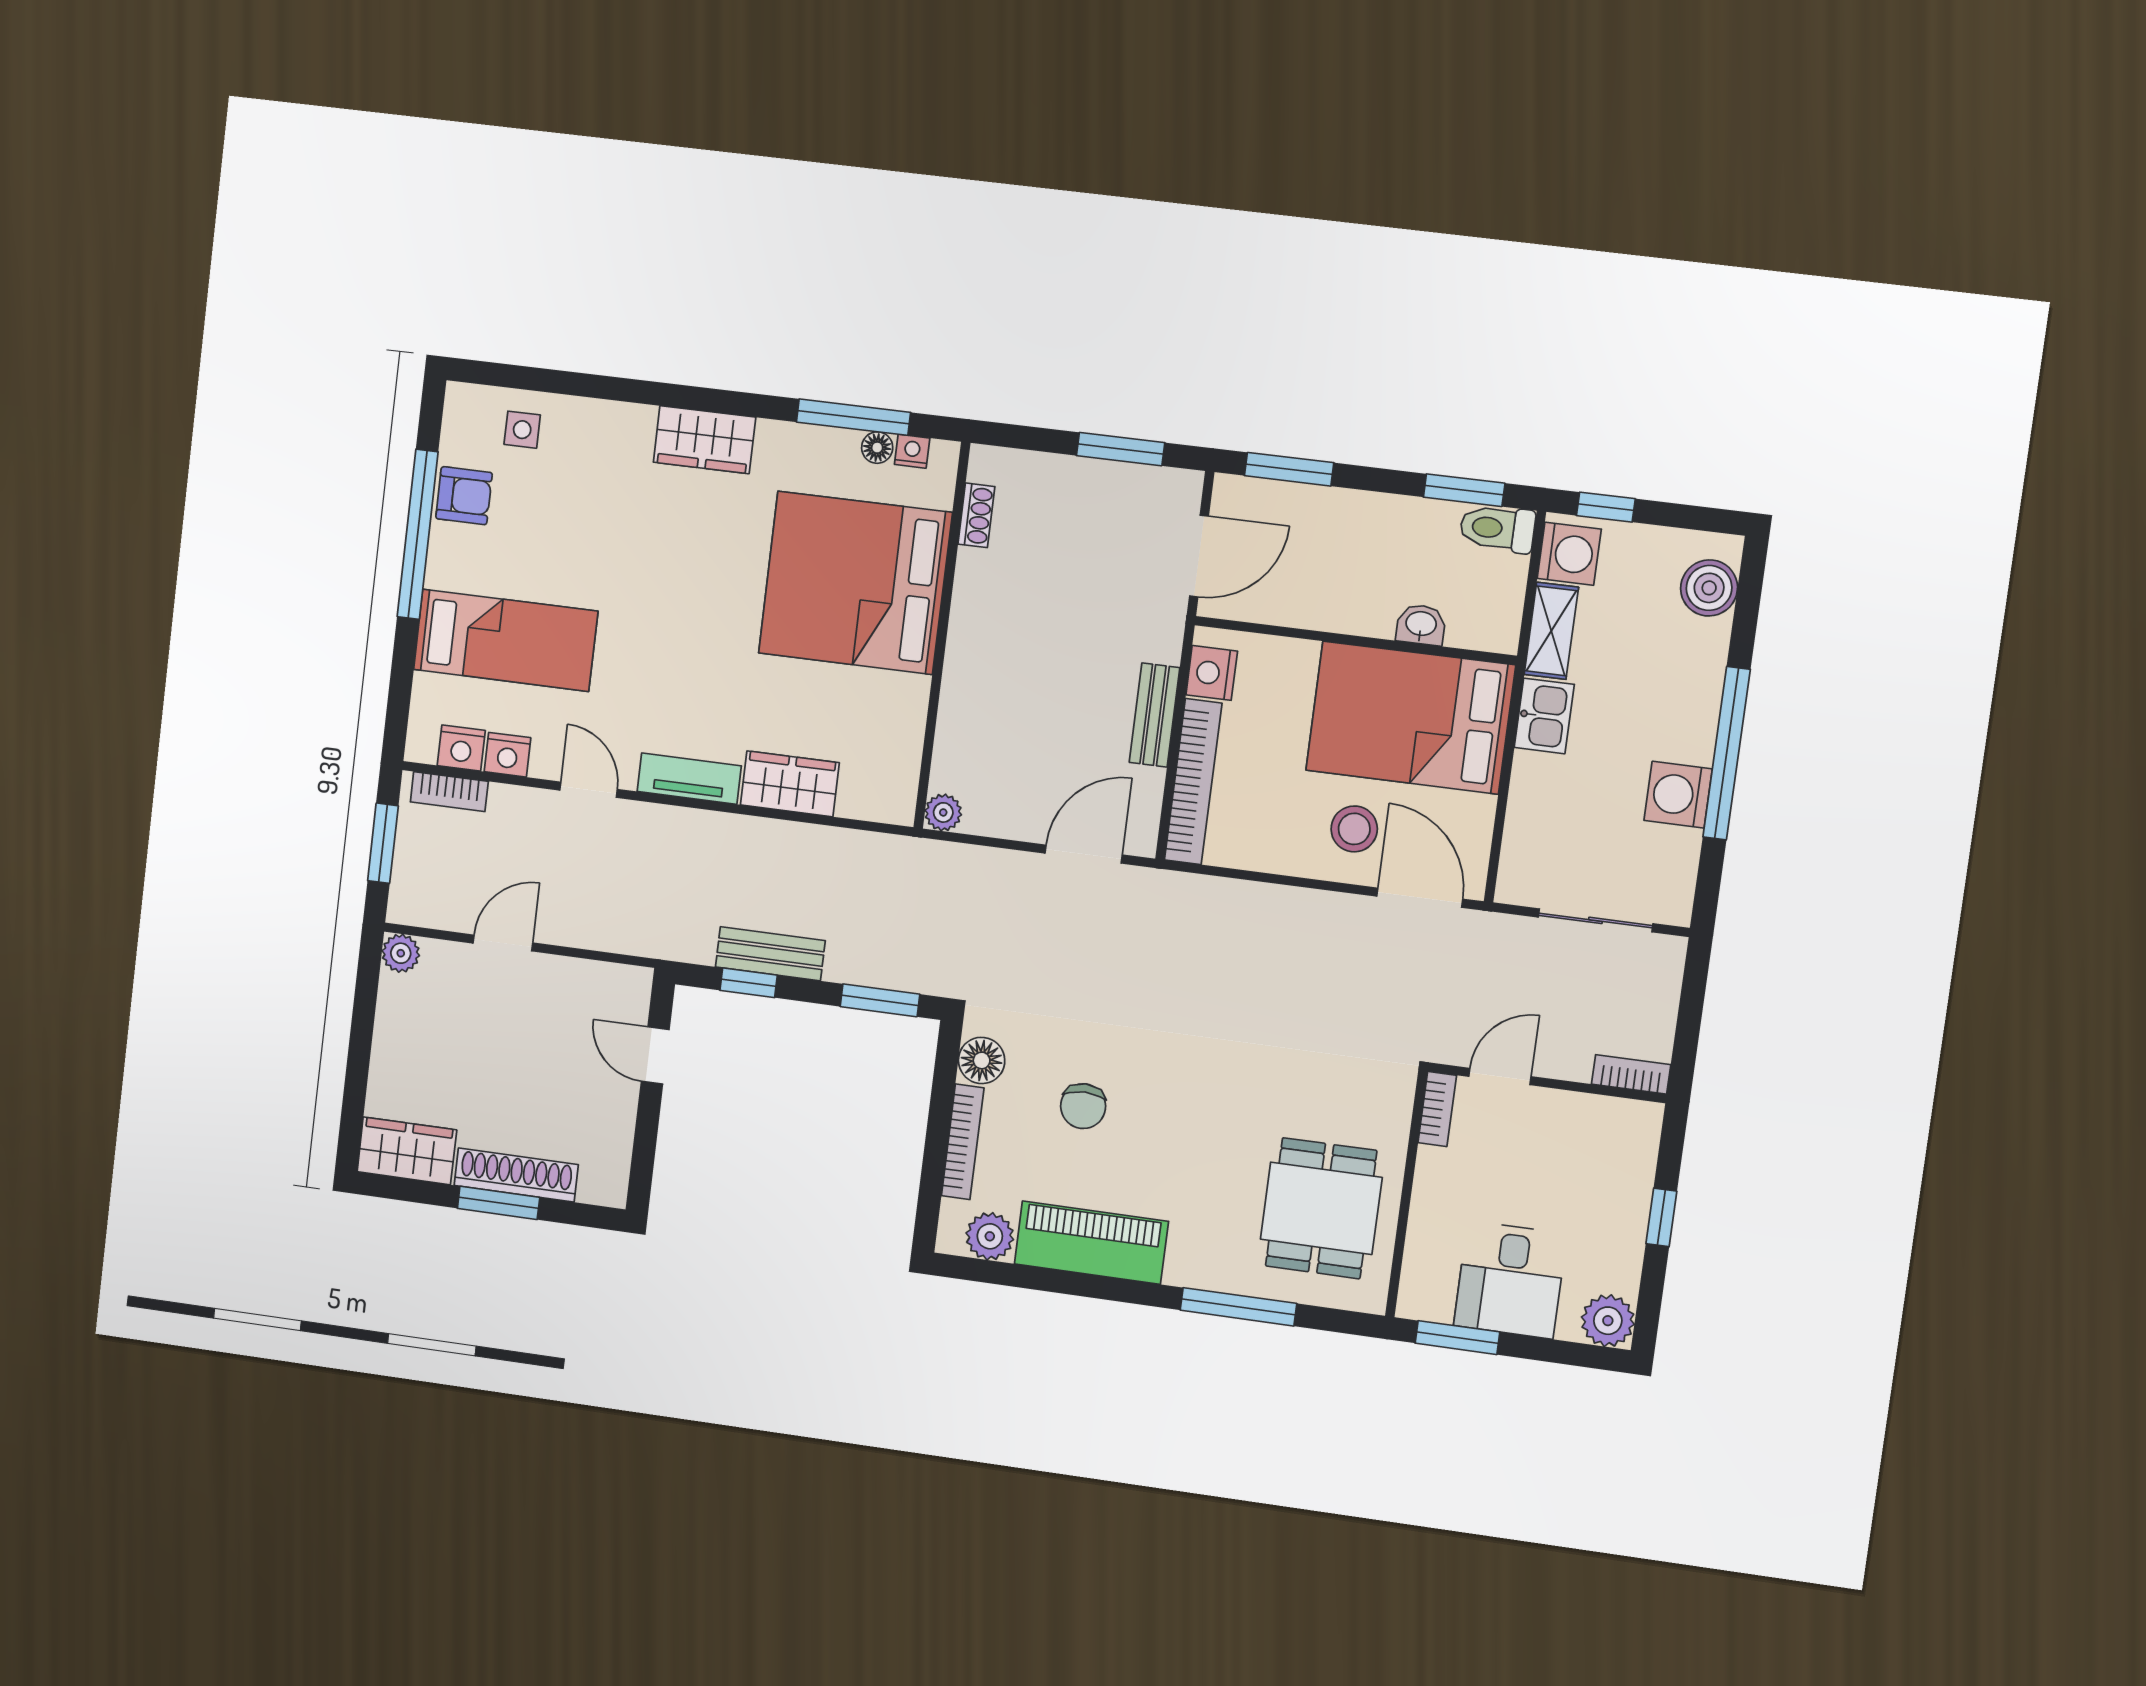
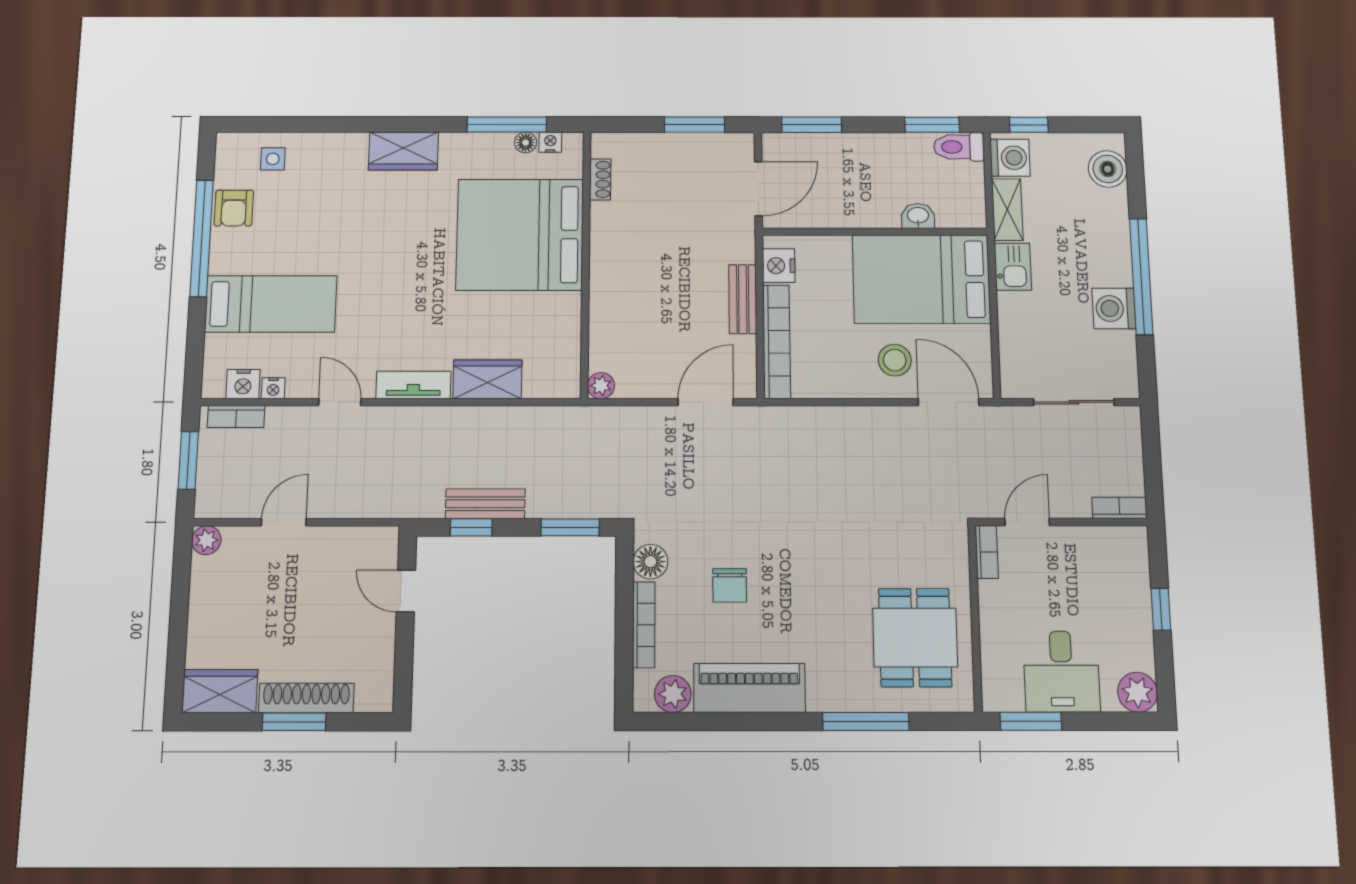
armchair: (464, 496) -> (234, 208), turned 90
nightstand: (507, 755) -> (273, 388), width x0.72, depth x0.74

